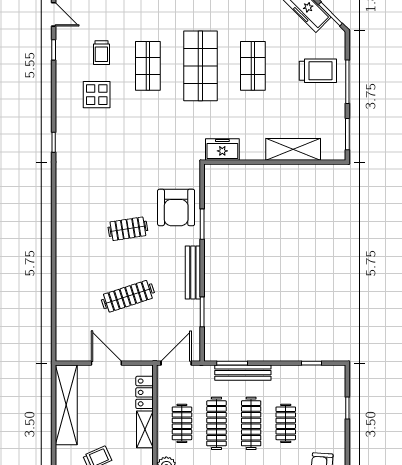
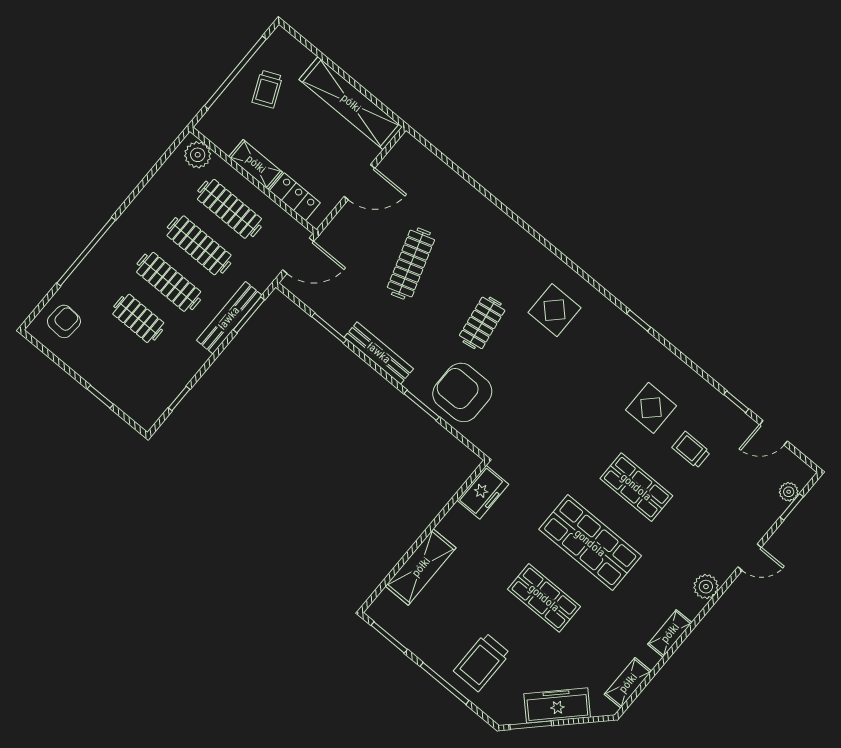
display table: (87, 194) -> (555, 310), added
door: (176, 363) -> (298, 256), hinge flipped
clothes rail: (182, 423) -> (229, 209), width x1.36

